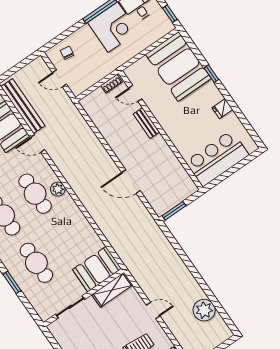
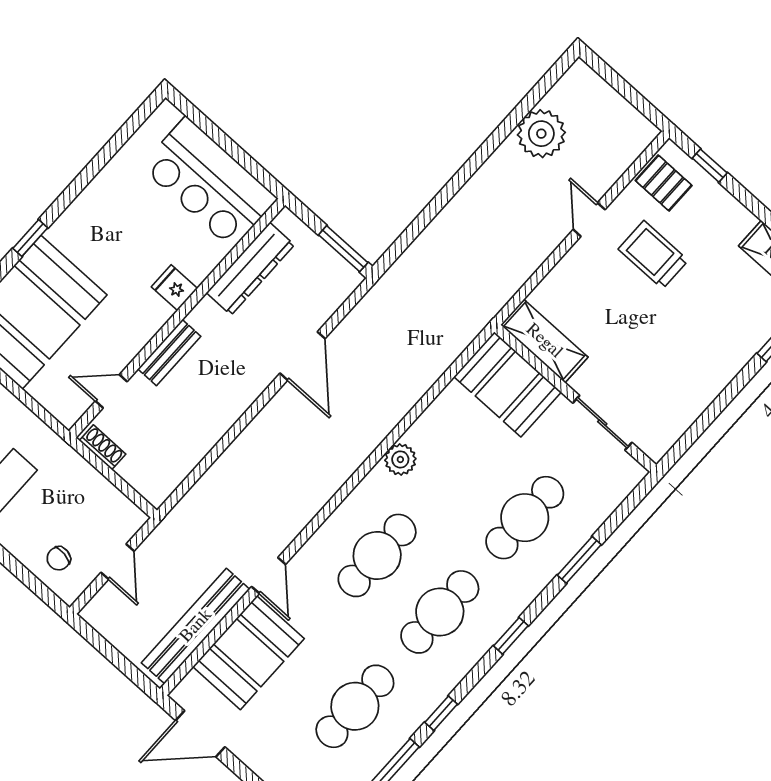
door: (135, 93) -> (111, 391), swing flipped
fridge: (222, 109) -> (174, 288), moved, turned 180
dresser: (175, 168) -> (250, 269), added
plant: (58, 189) -> (400, 459), moved
door: (153, 310) -> (589, 220), moved

